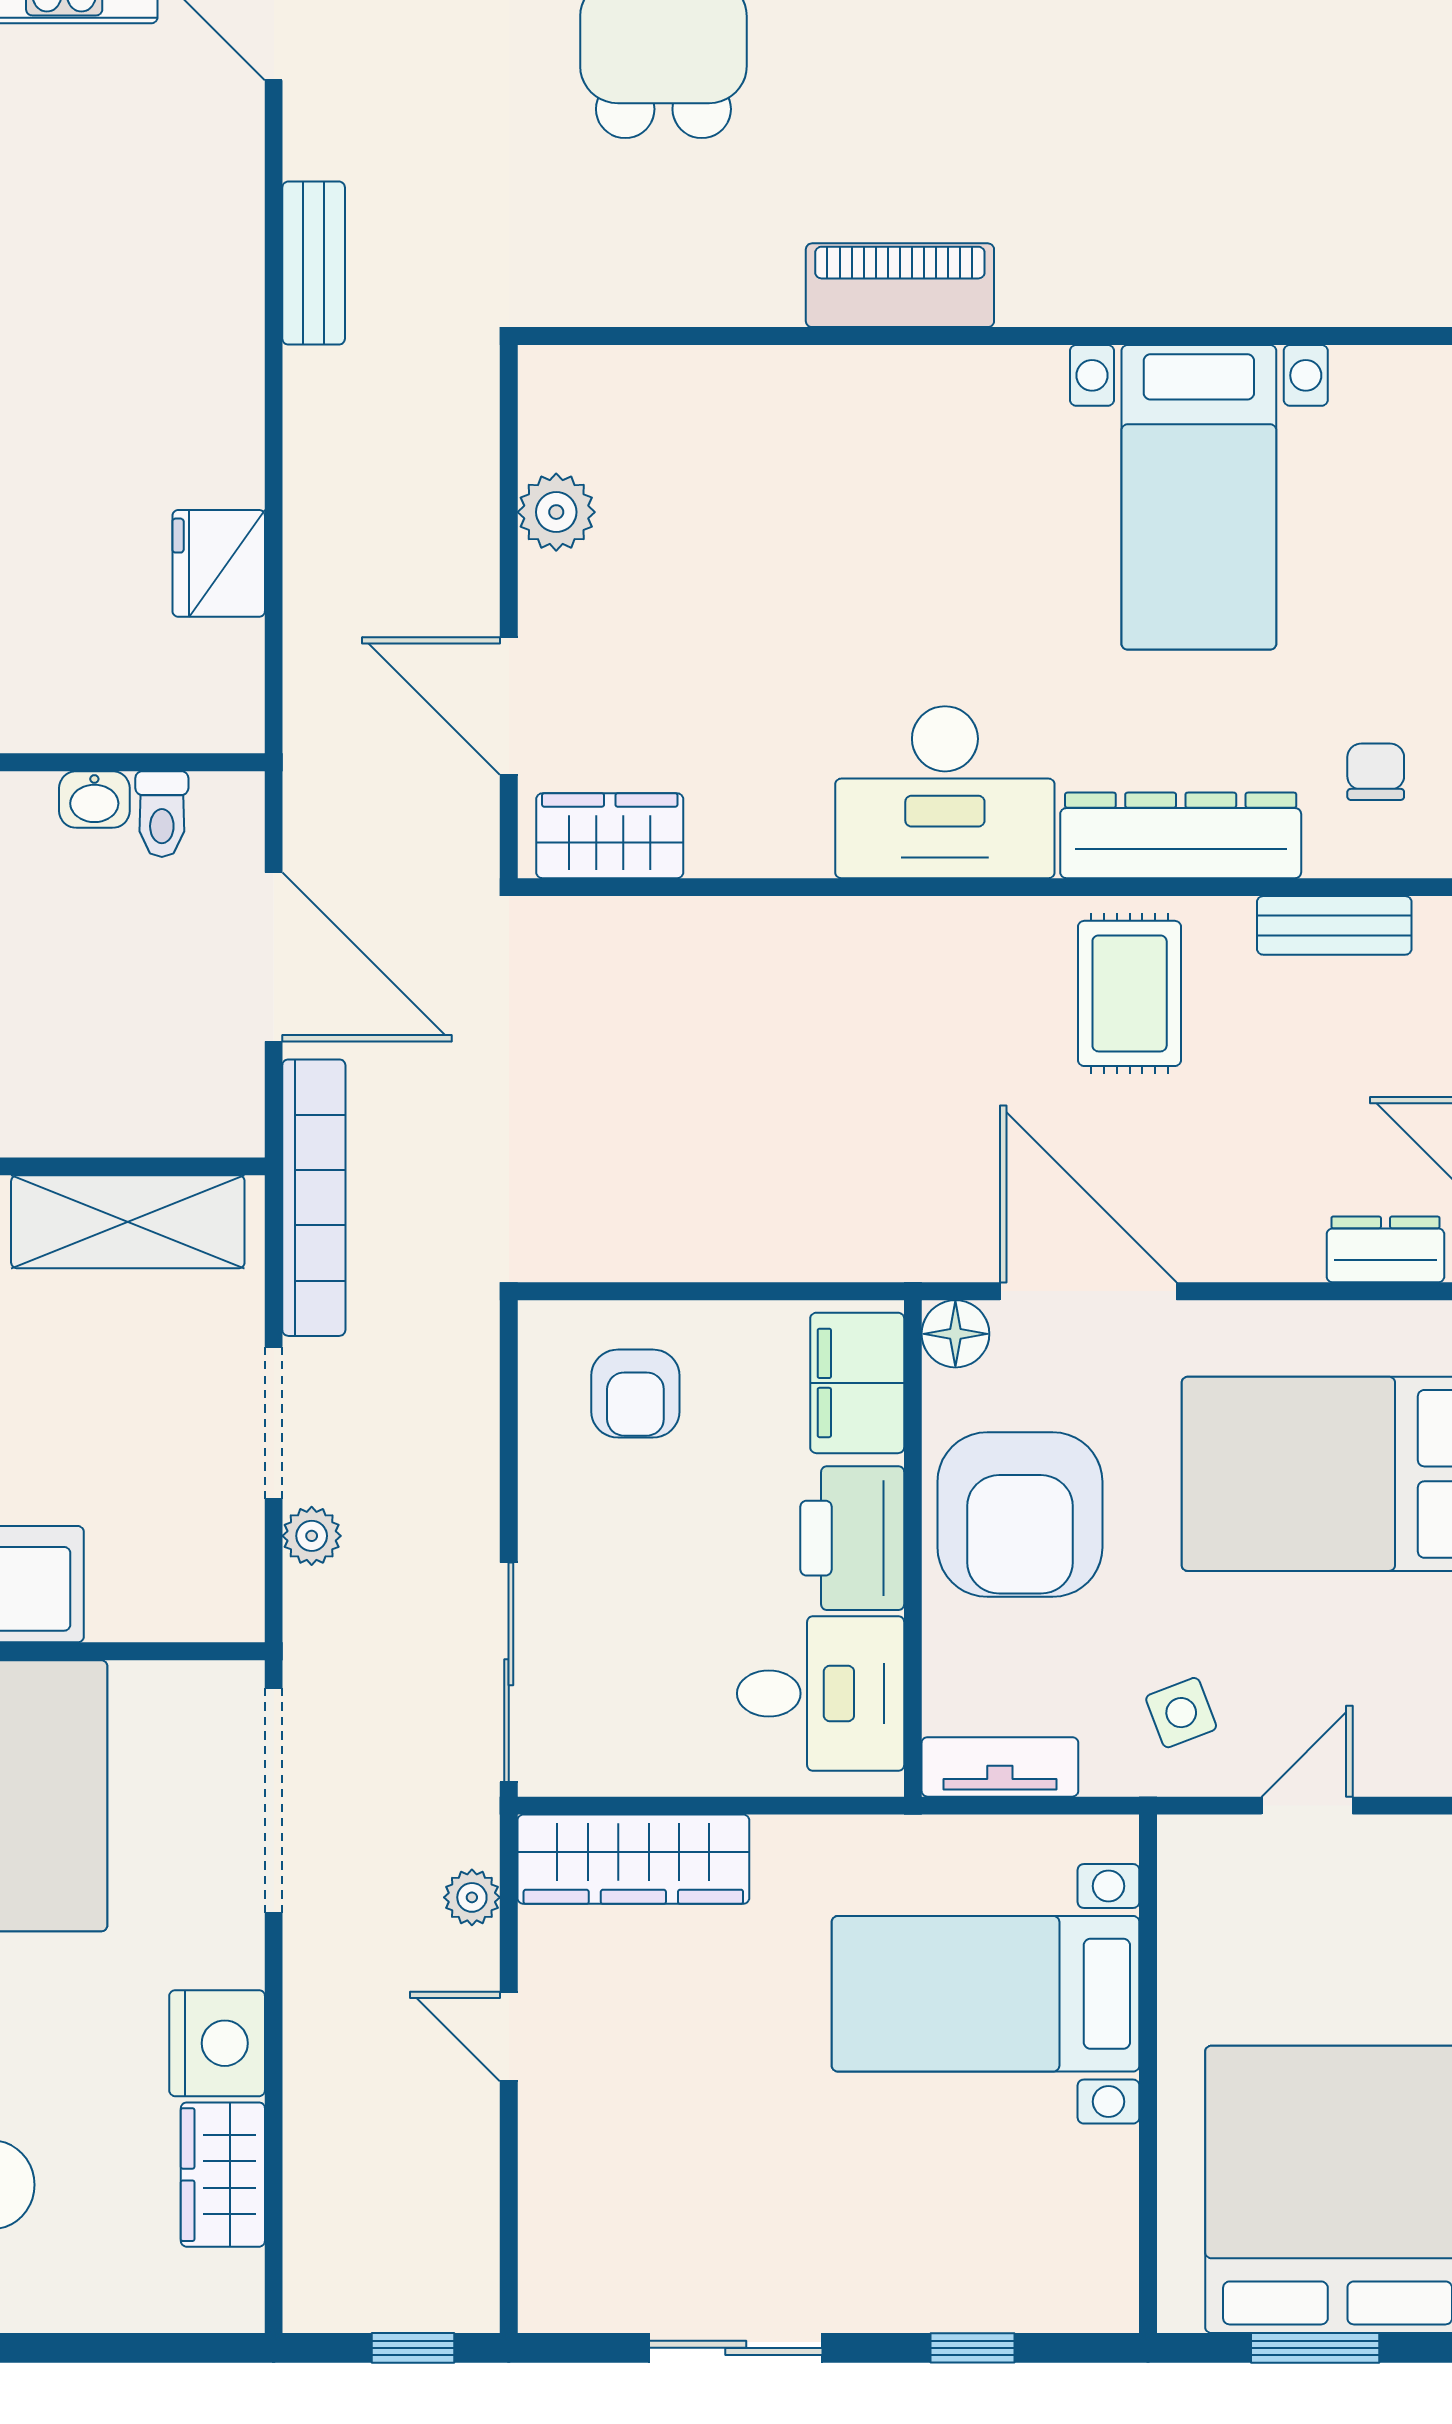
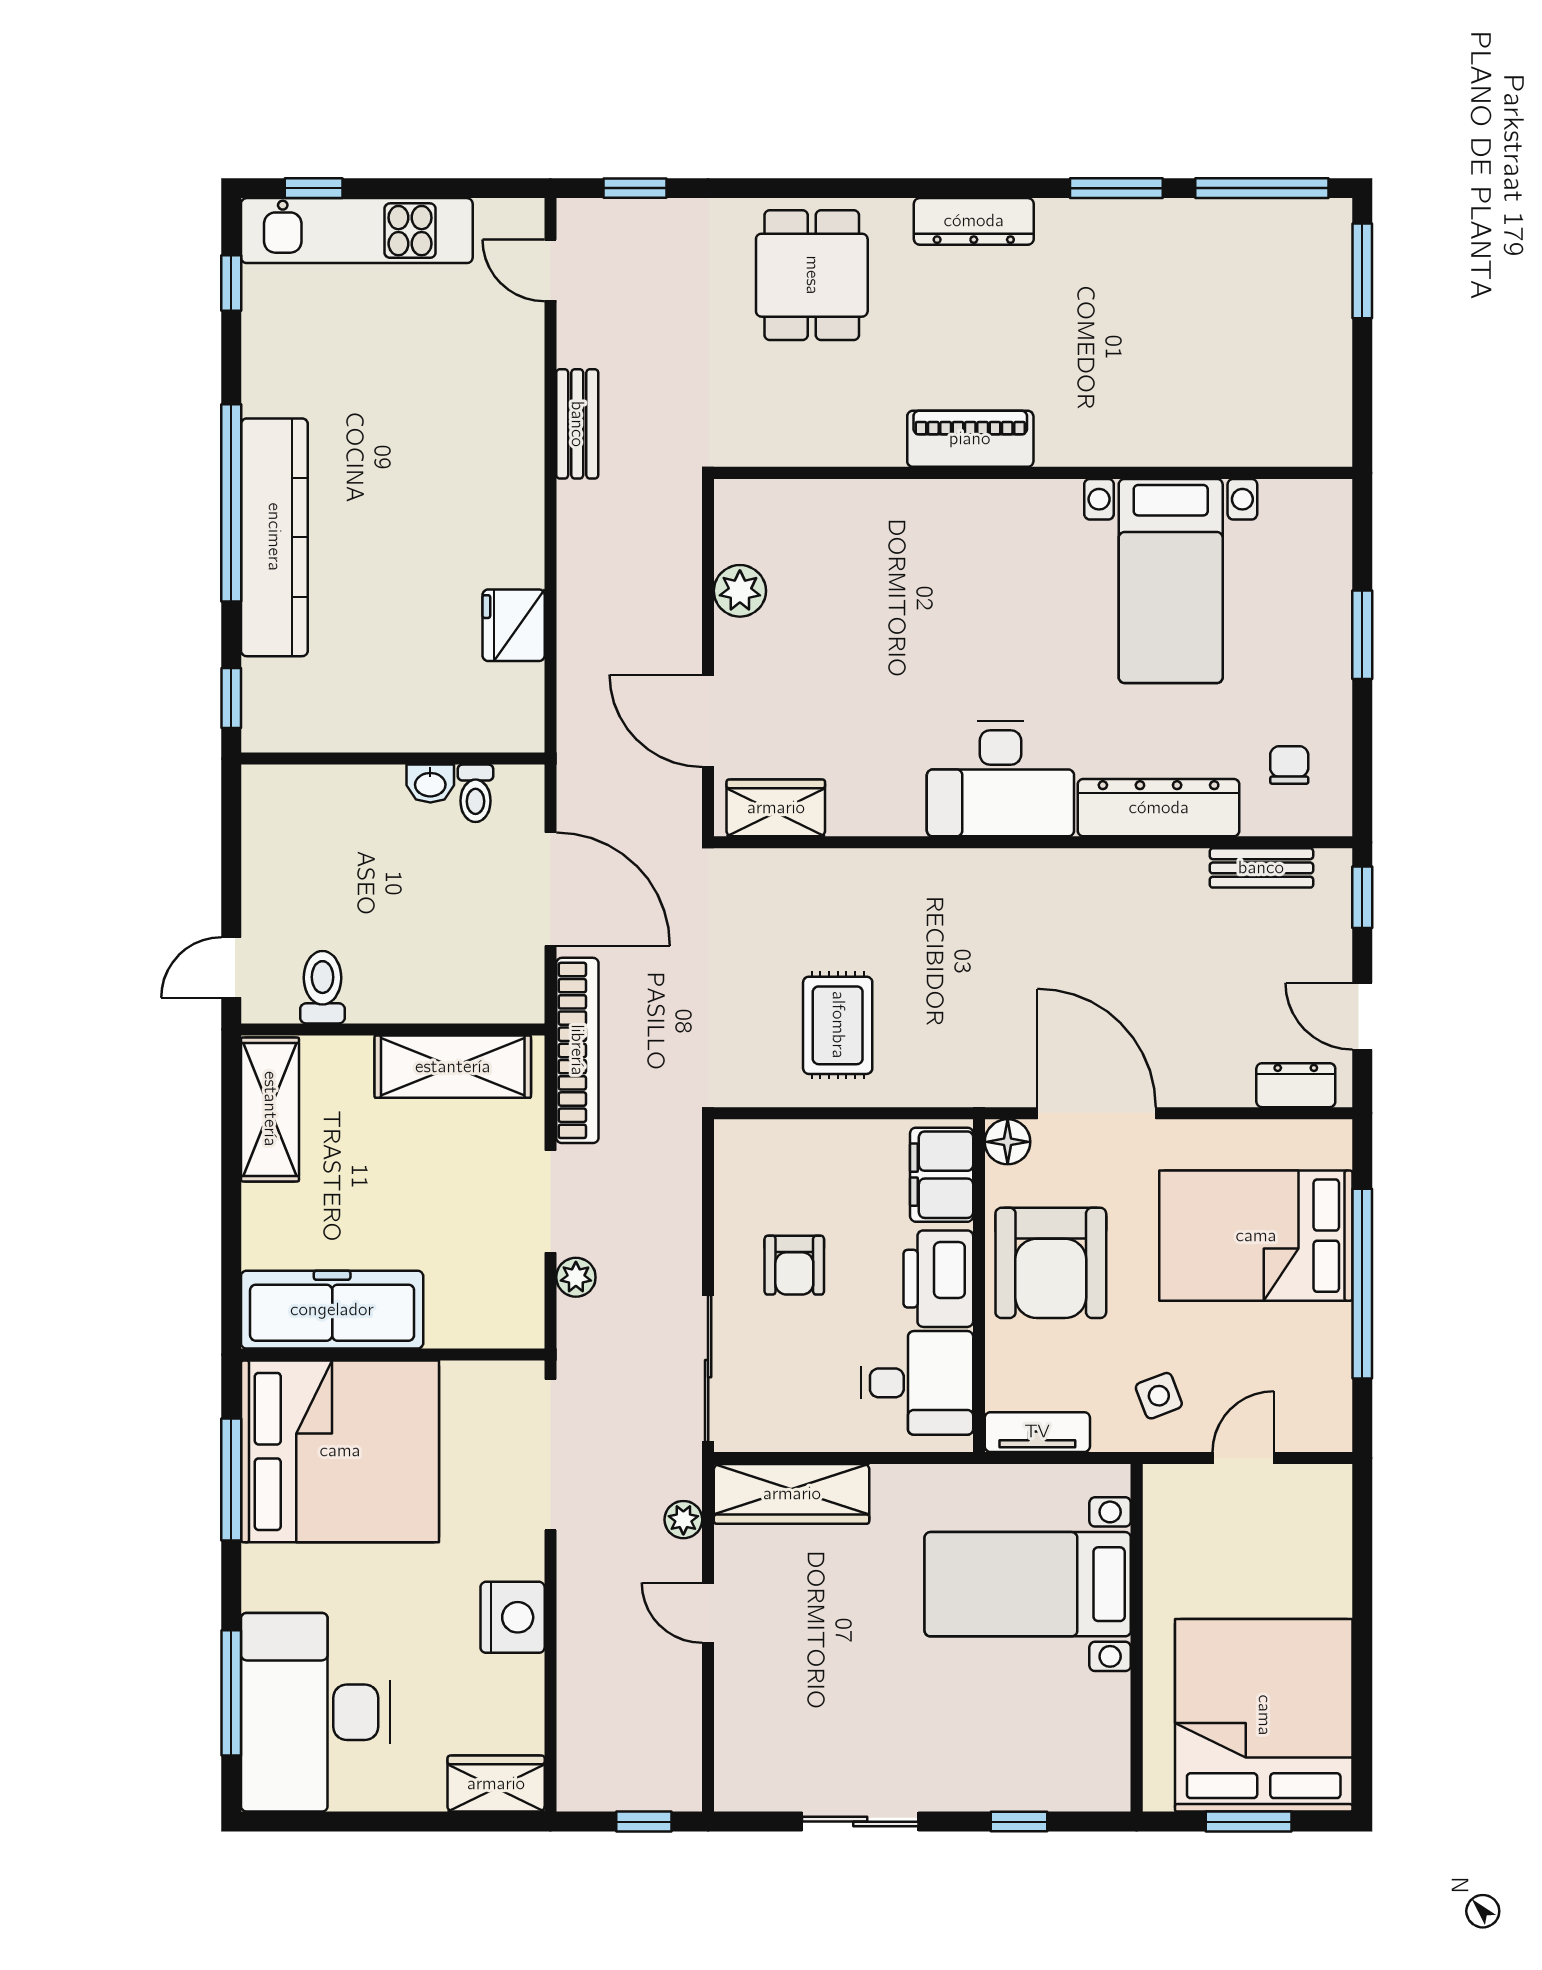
rug: (1130, 993) -> (838, 1025), moved
armchair: (635, 1394) -> (794, 1265), moved
wardrobe: (223, 2175) -> (496, 1784), moved, turned 90

